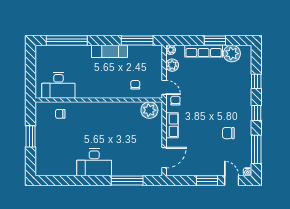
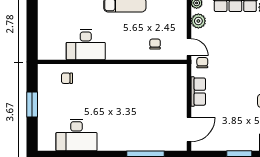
desk: (58, 85) -> (86, 45), moved
plant: (149, 110) -> (172, 74), removed
desk: (94, 162) -> (76, 135), moved

